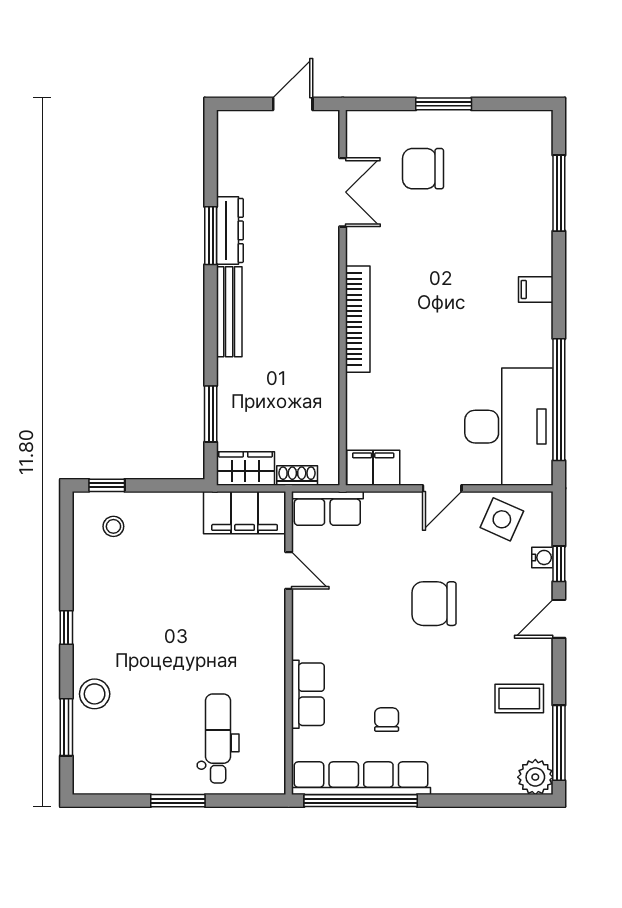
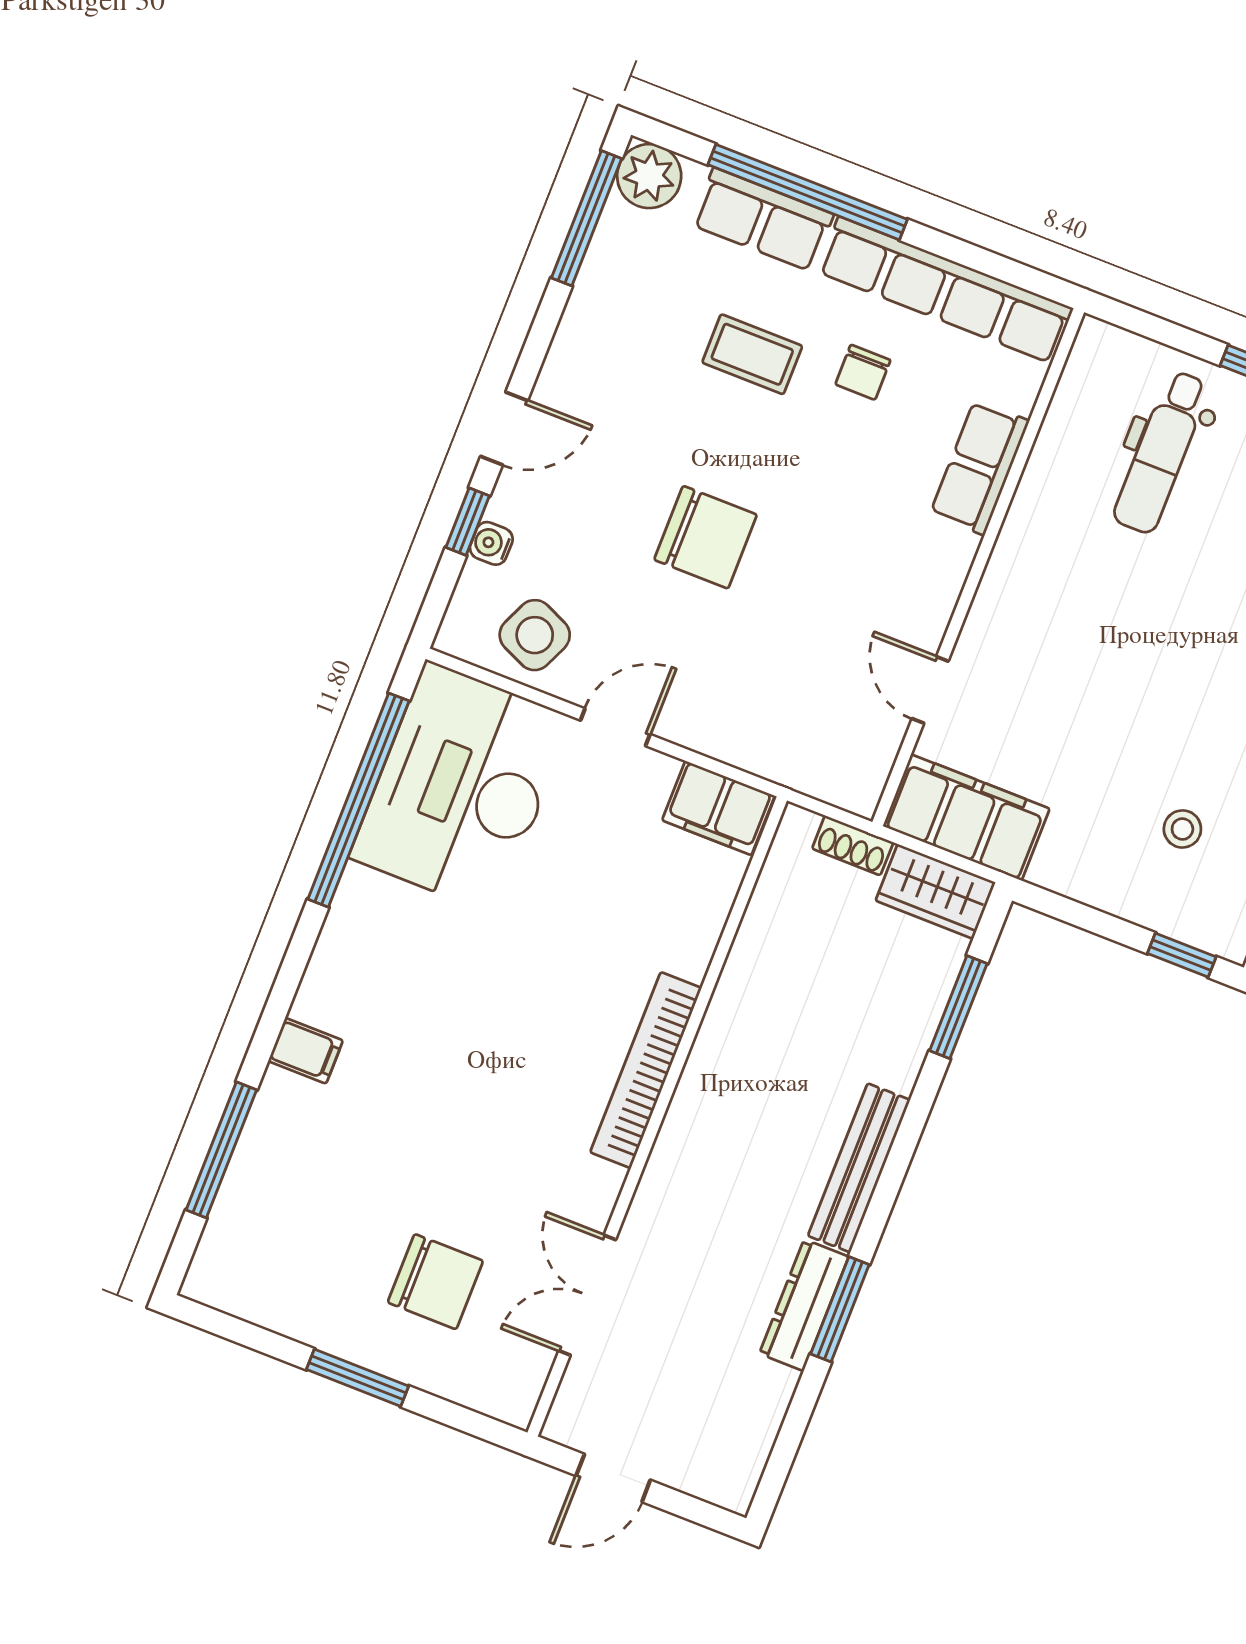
filing cabinet: (536, 290) -> (306, 1051), moved
row of seats: (327, 508) -> (762, 220), moved, turned 180
stool: (113, 526) -> (1182, 829), moved
coffee table: (519, 699) -> (752, 354), moved
window: (361, 801) -> (808, 192), moved

